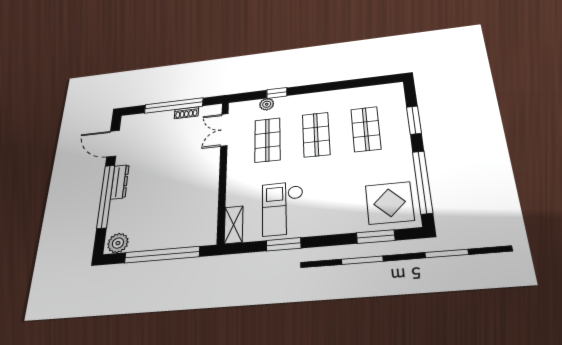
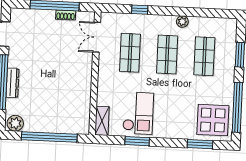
plant: (267, 104) -> (182, 22), moved
dresser: (120, 182) -> (13, 83), moved
checkout: (283, 208) -> (138, 113), turned 180

